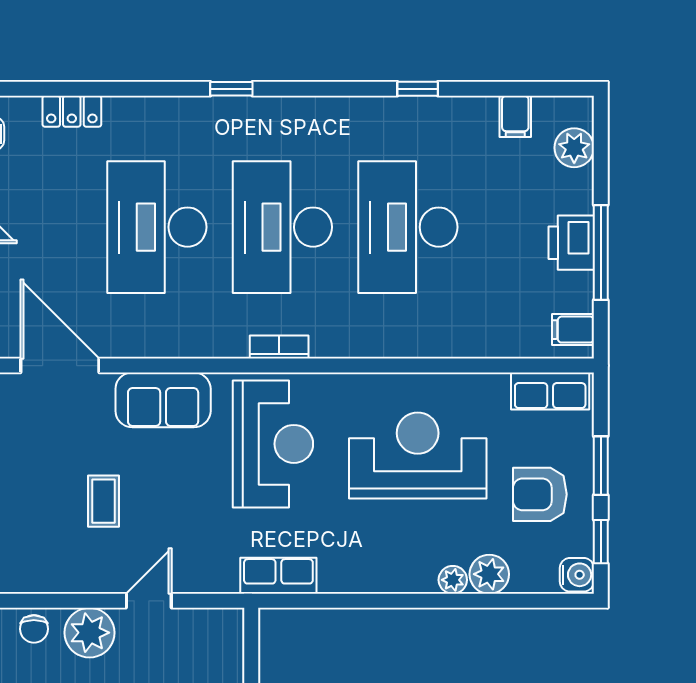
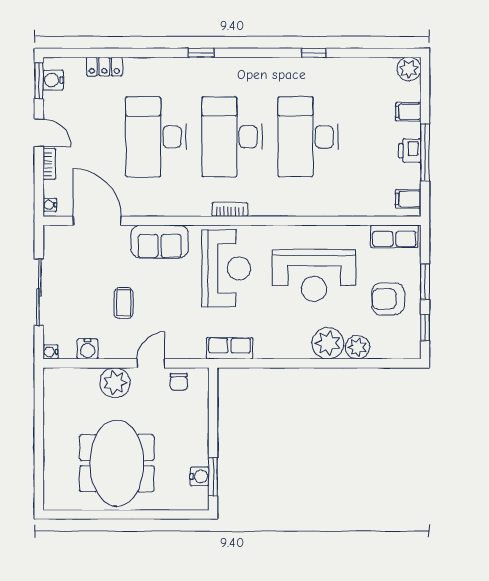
filing cabinet: (515, 116) -> (408, 112), moved, turned 90
plant: (574, 148) -> (409, 69), moved
printer: (571, 243) -> (410, 151), width x0.73, depth x0.81
reception desk: (418, 456) -> (314, 275), turned 180
water cooler: (577, 575) -> (88, 349), moved, turned 90
plant: (453, 580) -> (328, 343), width x1.87, depth x1.87
chair: (34, 629) -> (179, 382), moved

